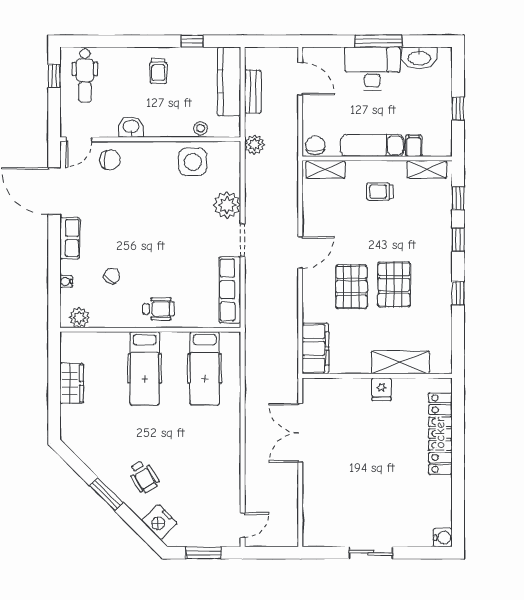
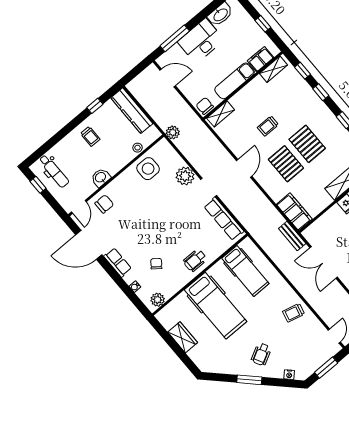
window: (378, 41) -> (175, 38), moved
bench: (253, 92) -> (292, 236), moved
filing cabinet: (414, 146) -> (261, 59), width x2.00
trolley: (380, 192) -> (268, 126), moved
wheelchair: (158, 309) -> (195, 260), turned 180
hospital bed: (145, 368) -> (216, 306), width x1.37, depth x1.29
trolley: (219, 461) -> (294, 313), added
wheelchair: (144, 477) -> (261, 354), turned 93
nightstand: (160, 522) -> (289, 375), width x0.53, depth x0.56

